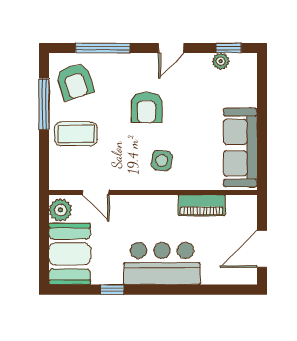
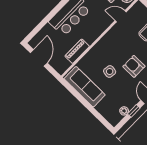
window: (229, 48) -> (134, 111), moved
side table: (162, 161) -> (110, 71), moved

